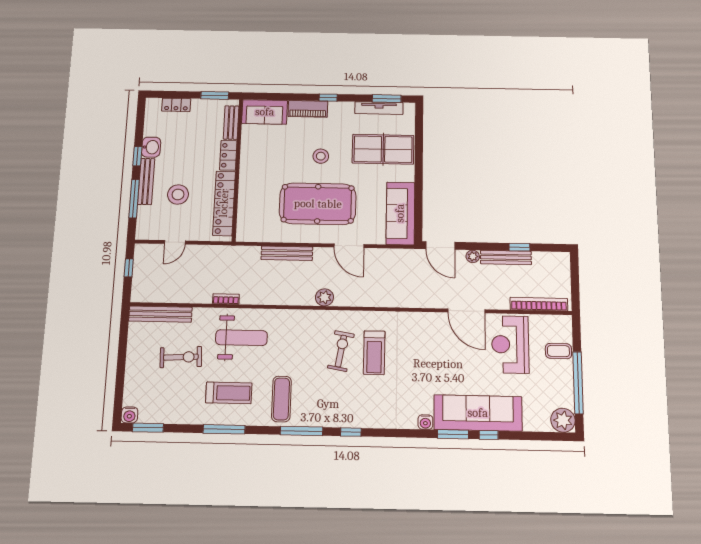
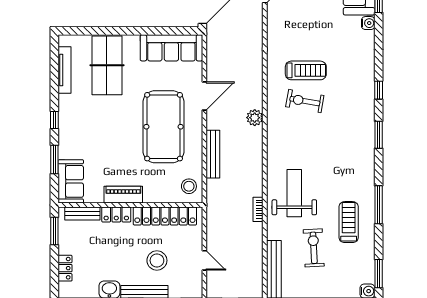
window: (387, 99) -> (54, 159), moved
piano: (308, 109) -> (123, 195), moved, turned -90
stool: (321, 156) -> (189, 186), moved
treadmill: (229, 393) -> (349, 222), moved
exercise mat: (281, 399) -> (350, 154), removed
window: (301, 431) -> (379, 135), width x0.69

